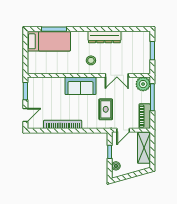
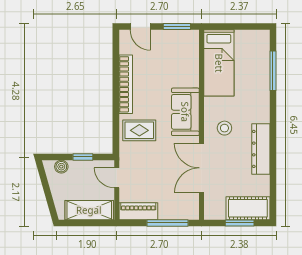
bed: (49, 41) -> (219, 63), moved
cot: (143, 45) -> (248, 208), added
double door: (117, 75) -> (201, 168), width x1.37
plant: (143, 84) -> (188, 209), removed
rug: (106, 109) -> (139, 130), moved

